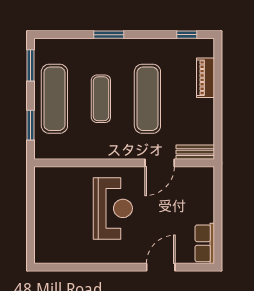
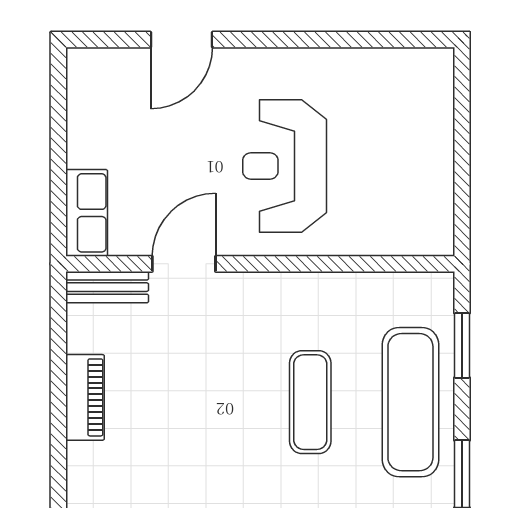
piano: (206, 78) -> (85, 397), moved
exercise mat: (147, 99) -> (210, 402), removed
row of seats: (205, 243) -> (87, 213), moved

